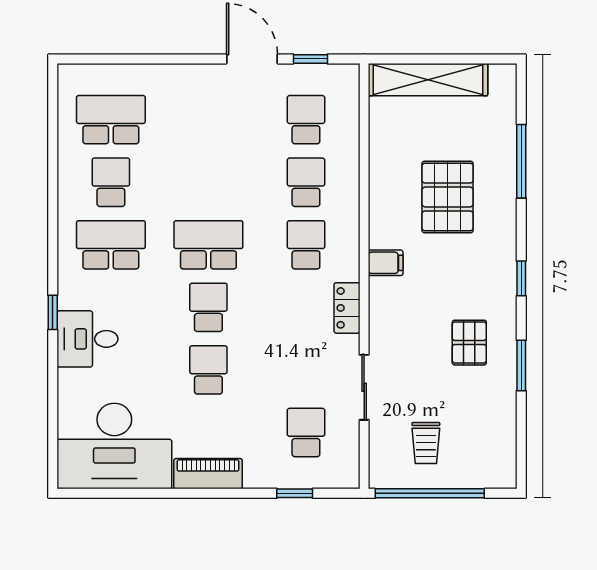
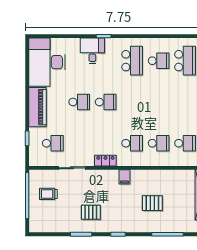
pallet: (448, 197) -> (152, 203), width x0.67, depth x0.71
school desk: (208, 245) -> (132, 102), removed
piano: (208, 474) -> (37, 107), width x1.37, depth x1.33

